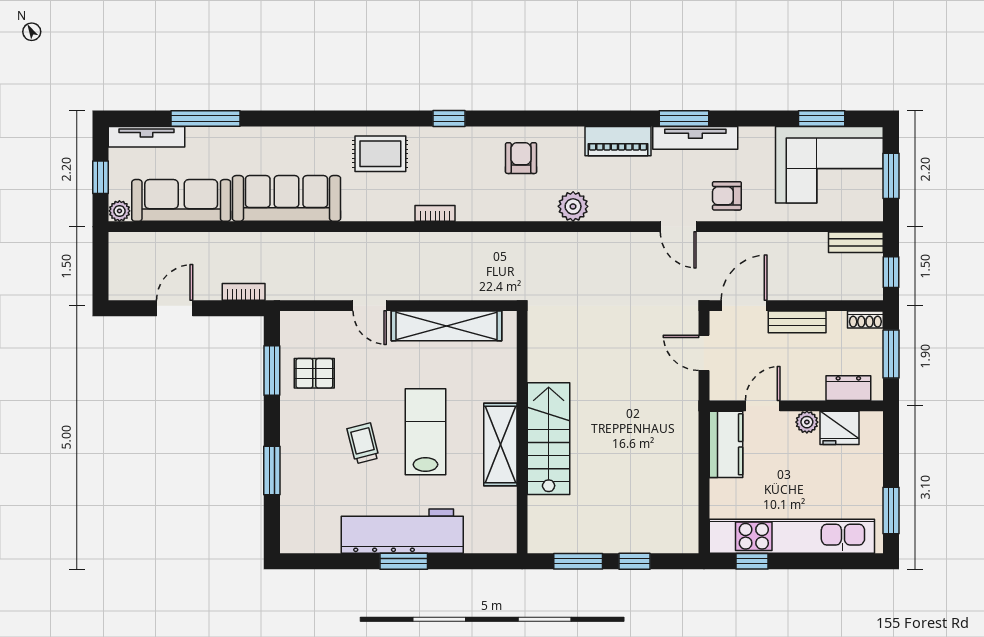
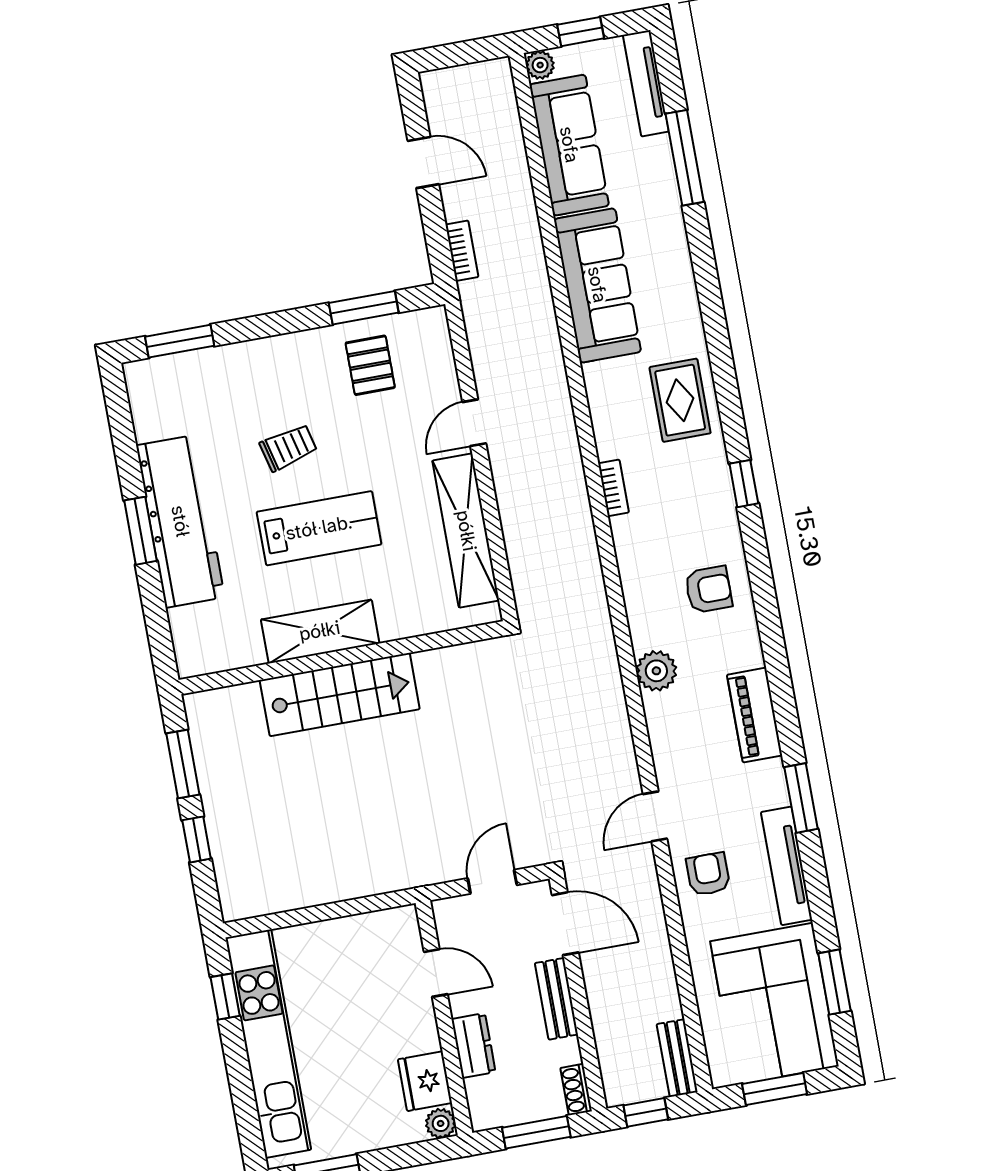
tv unit: (695, 138) -> (787, 866), moved
dresser: (848, 388) -> (473, 1045), moved
plant: (807, 422) -> (441, 1123), moved
kitchen counter: (726, 444) -> (375, 933), removed
window: (272, 471) -> (180, 341), moved

